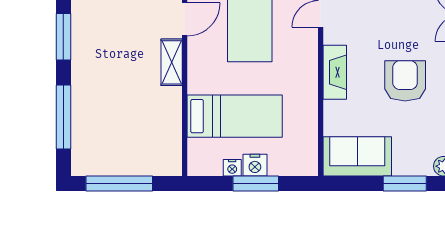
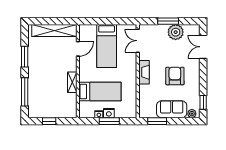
shelving: (172, 62) -> (72, 82), moved
sofa: (357, 156) -> (172, 109), moved
window: (119, 184) -> (49, 121), width x0.46
window: (405, 184) -> (157, 121), moved

